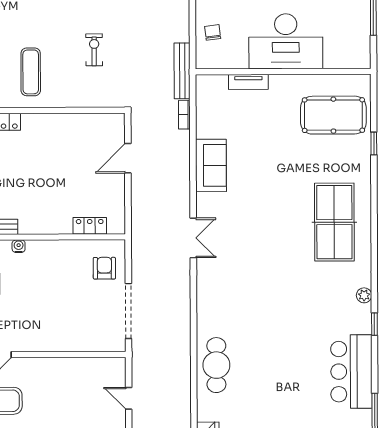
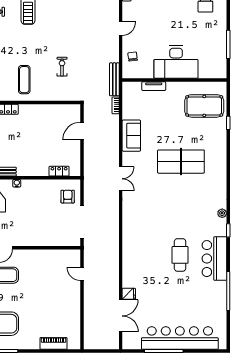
table tennis table: (334, 222) -> (181, 162), moved, turned 90
cafe table: (216, 365) -> (180, 255), moved

